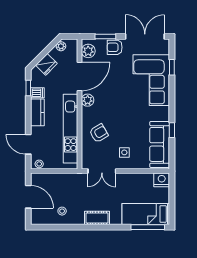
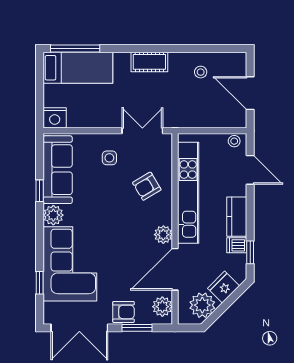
plant: (61, 46) -> (202, 305), width x1.87, depth x1.87
plant: (163, 113) -> (53, 215), added

